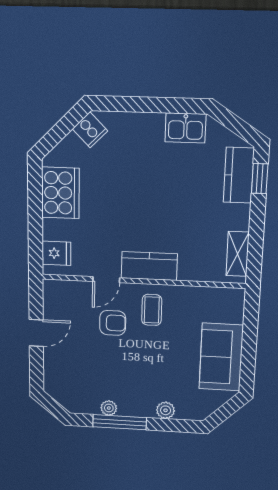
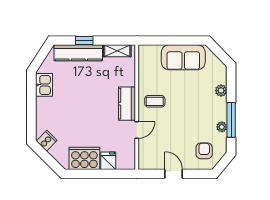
kitchen counter: (239, 175) -> (78, 53), width x1.50
window: (260, 179) -> (84, 41), moved
fridge: (56, 253) -> (108, 161), moved
door: (106, 280) -> (137, 130), hinge flipped
armchair: (113, 323) -> (204, 151), moved

